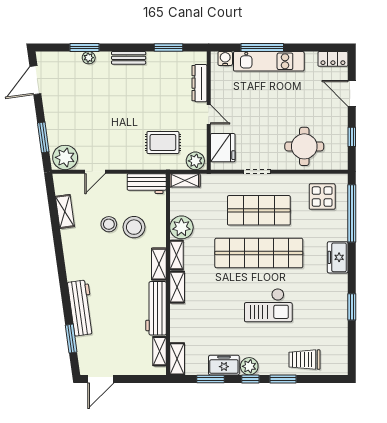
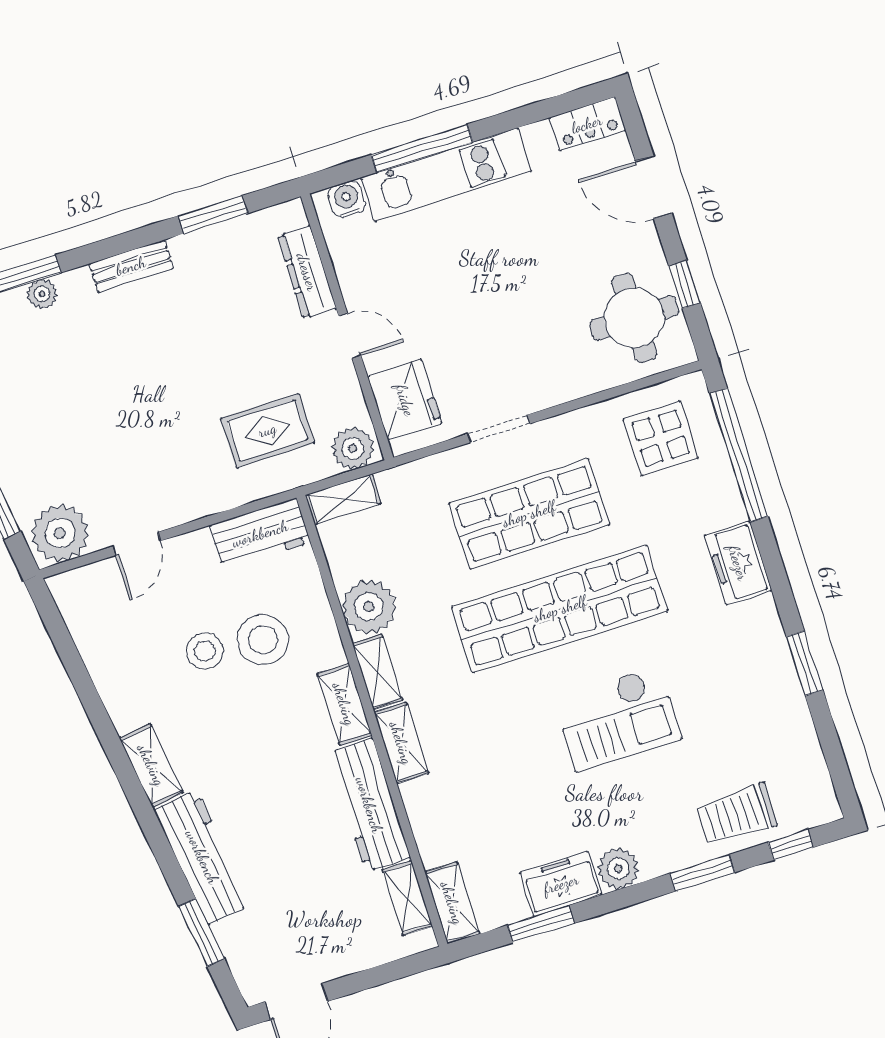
round table: (304, 146) -> (634, 318), moved
shelving: (65, 211) -> (151, 765), moved
window: (250, 379) -> (791, 845), moved

